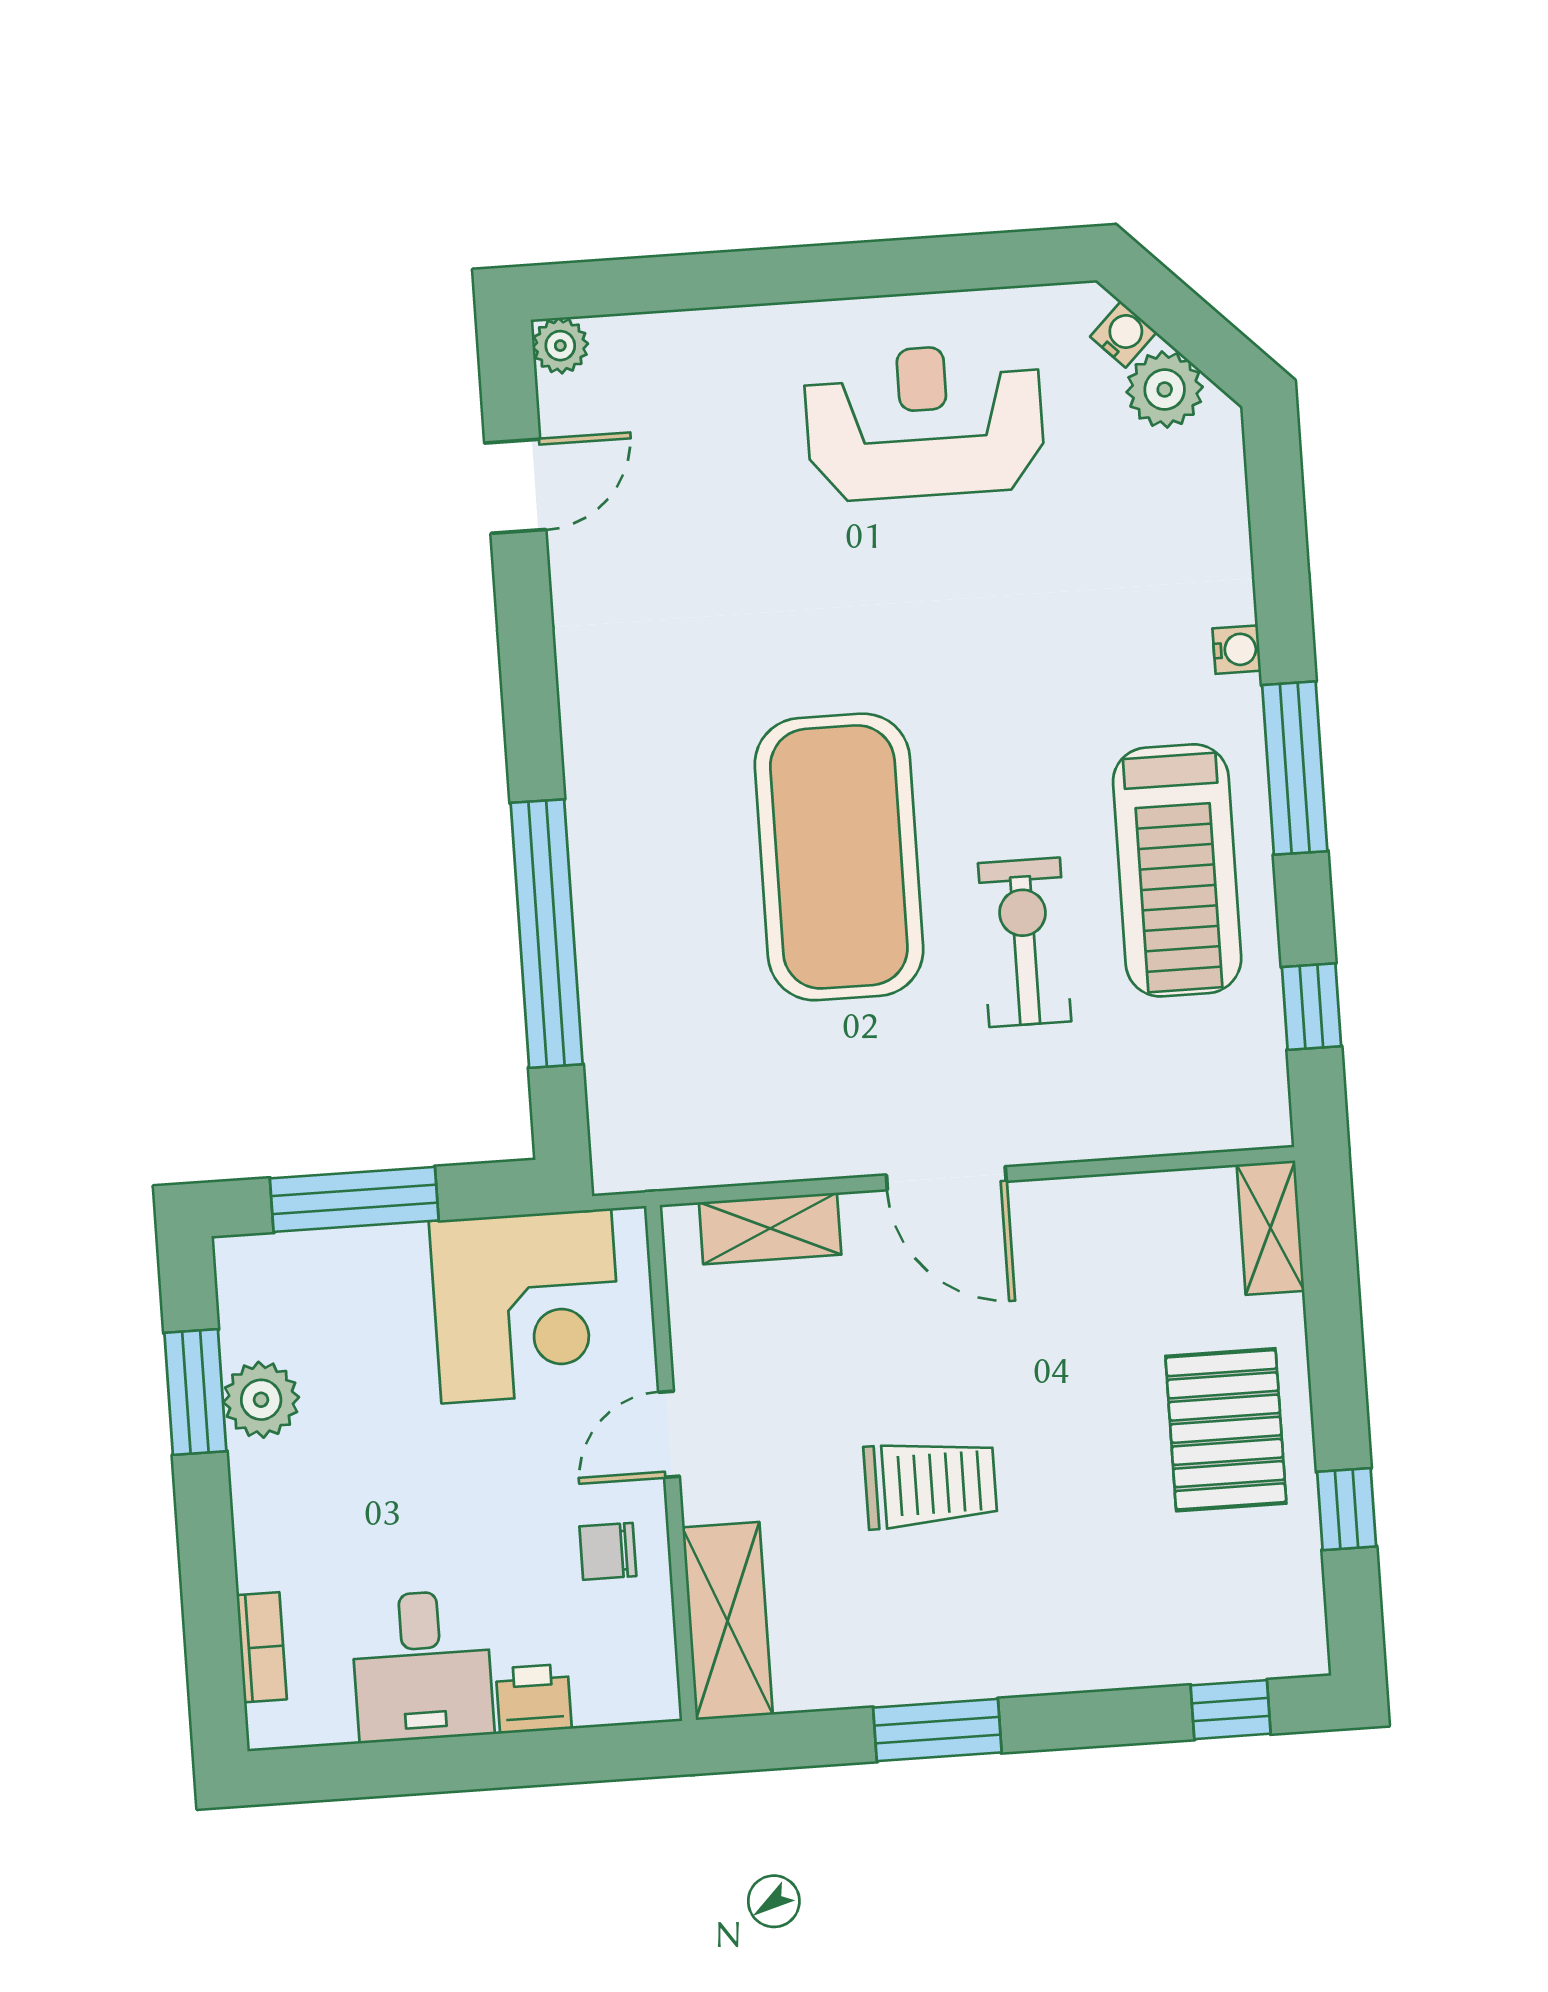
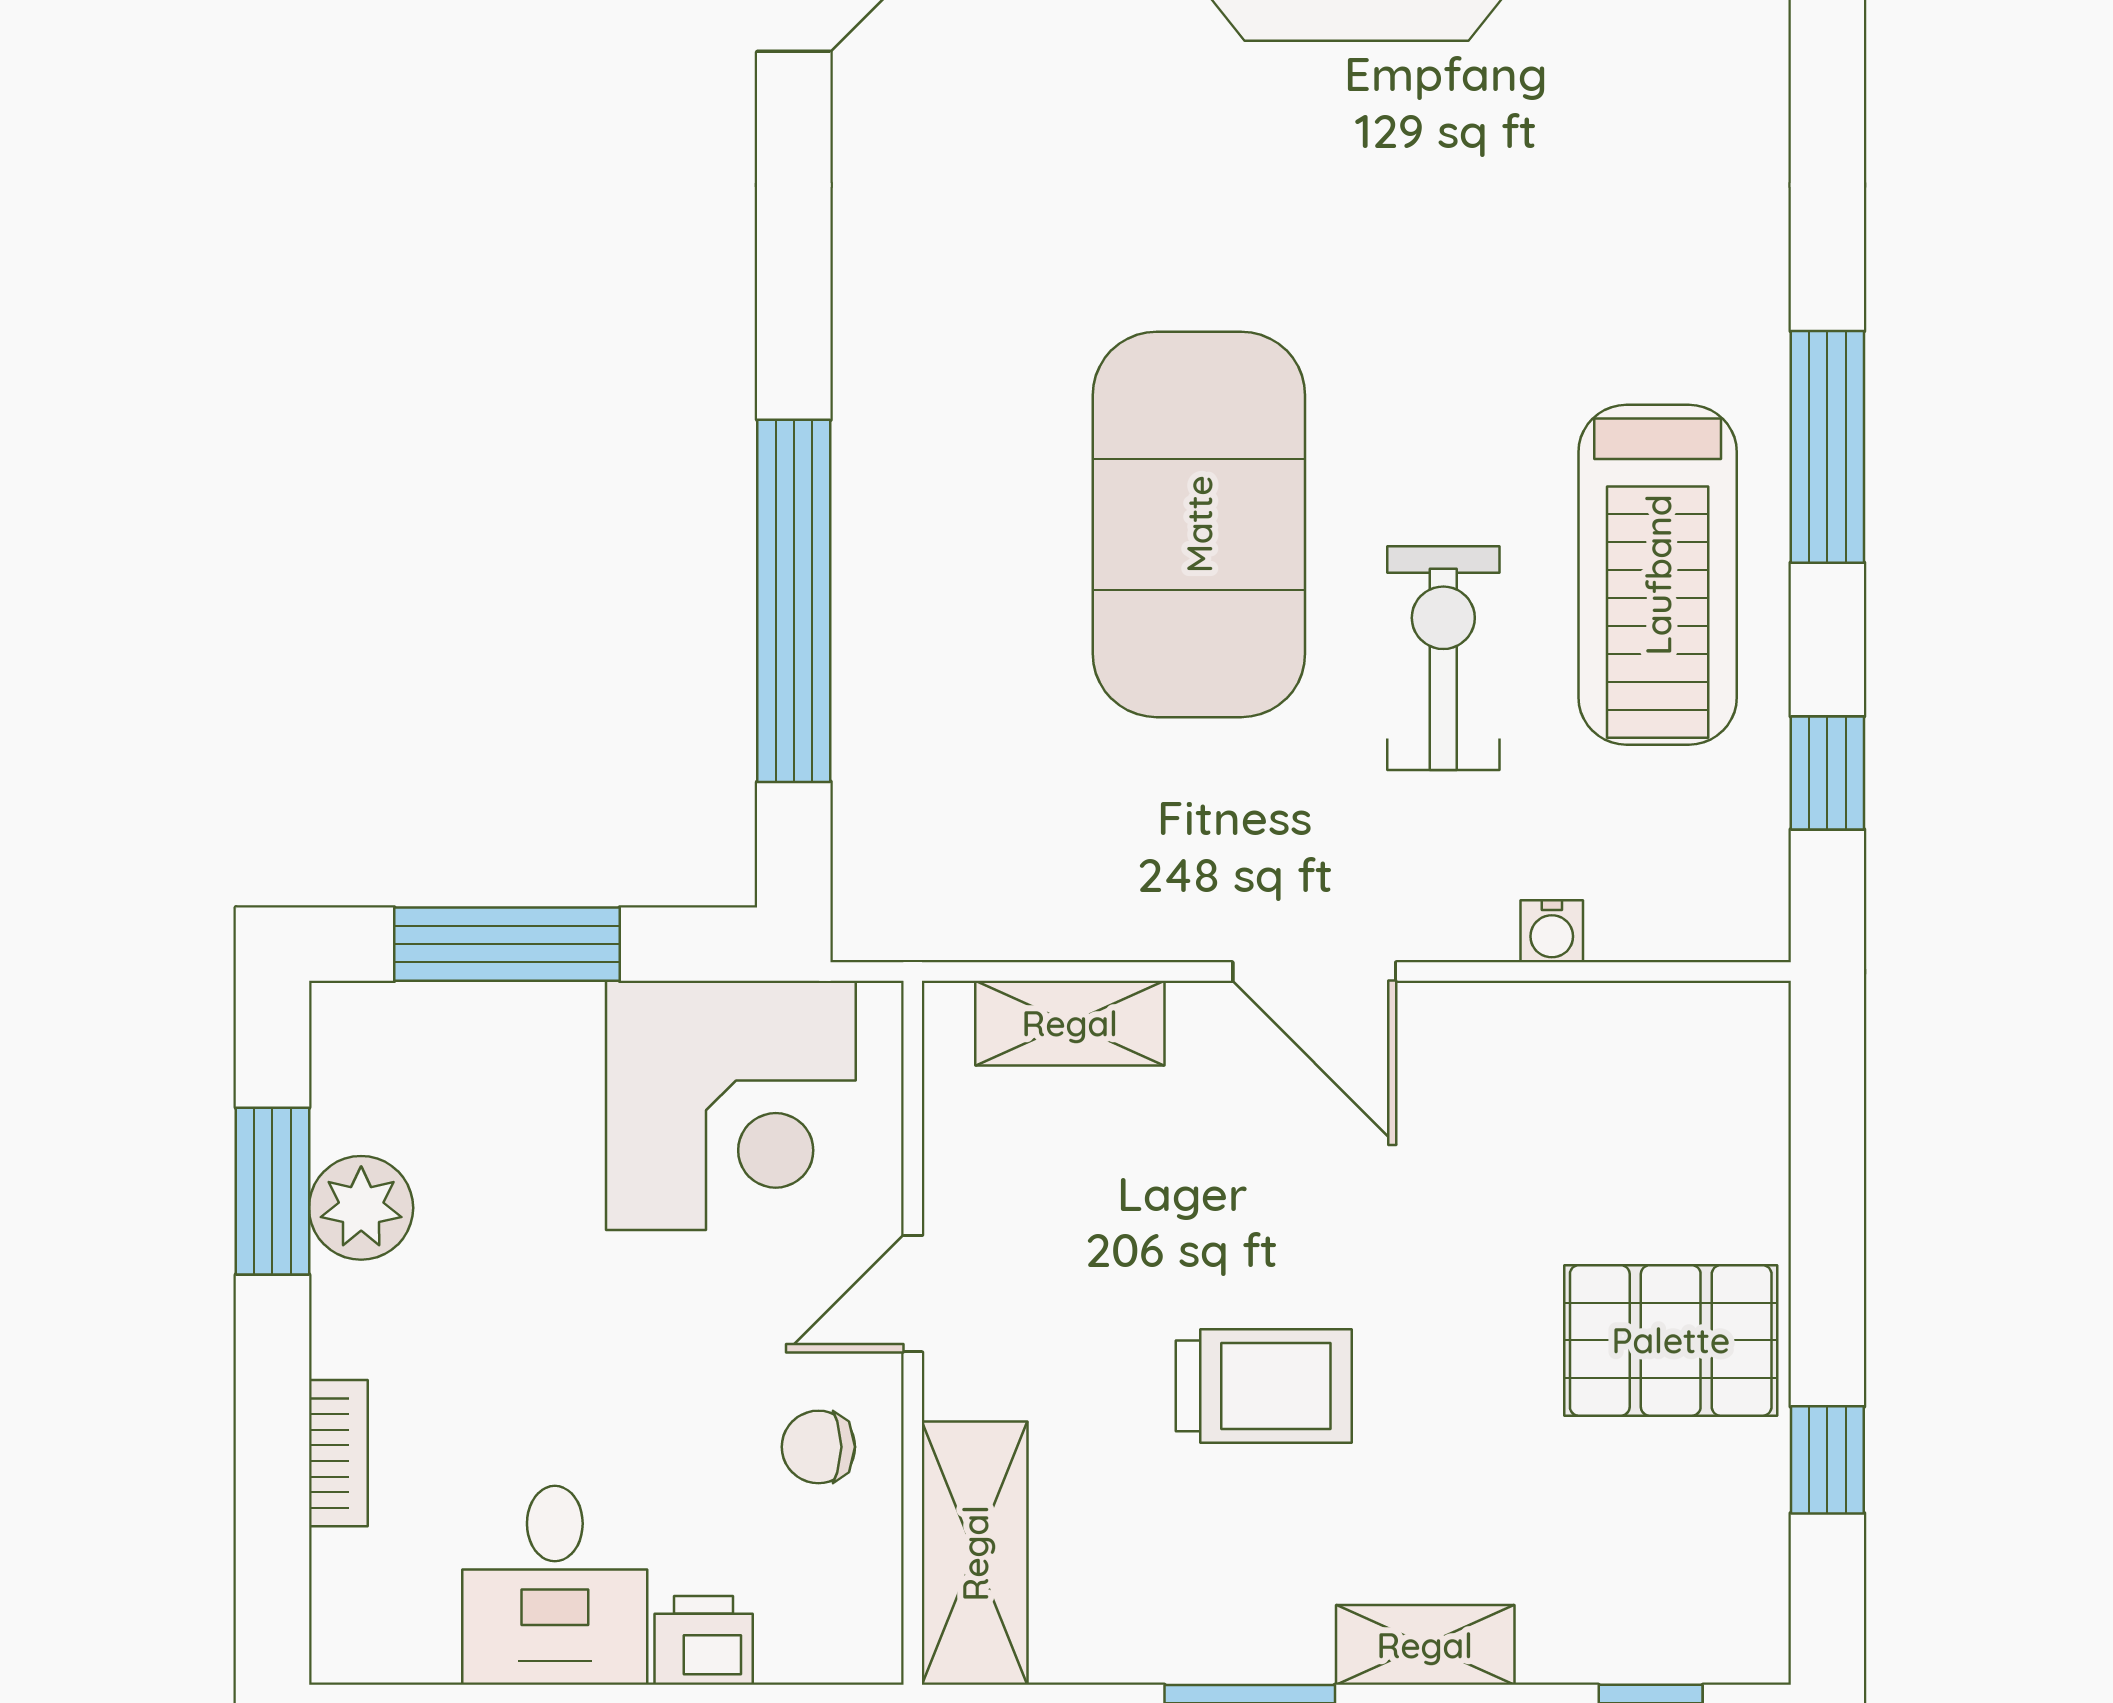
water cooler: (1237, 650) -> (1552, 931), moved, turned 90
shelving: (1271, 1228) -> (1425, 1645), moved, turned 90
pallet: (1226, 1430) -> (1671, 1340), turned 90
bookcase: (262, 1647) -> (338, 1453), moved

